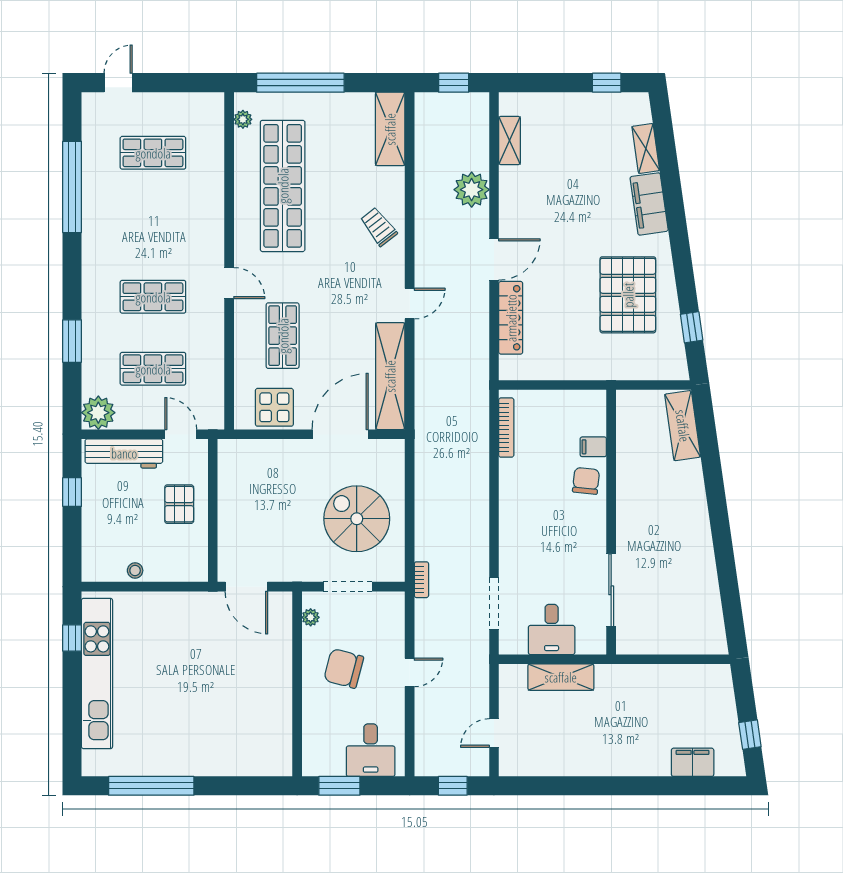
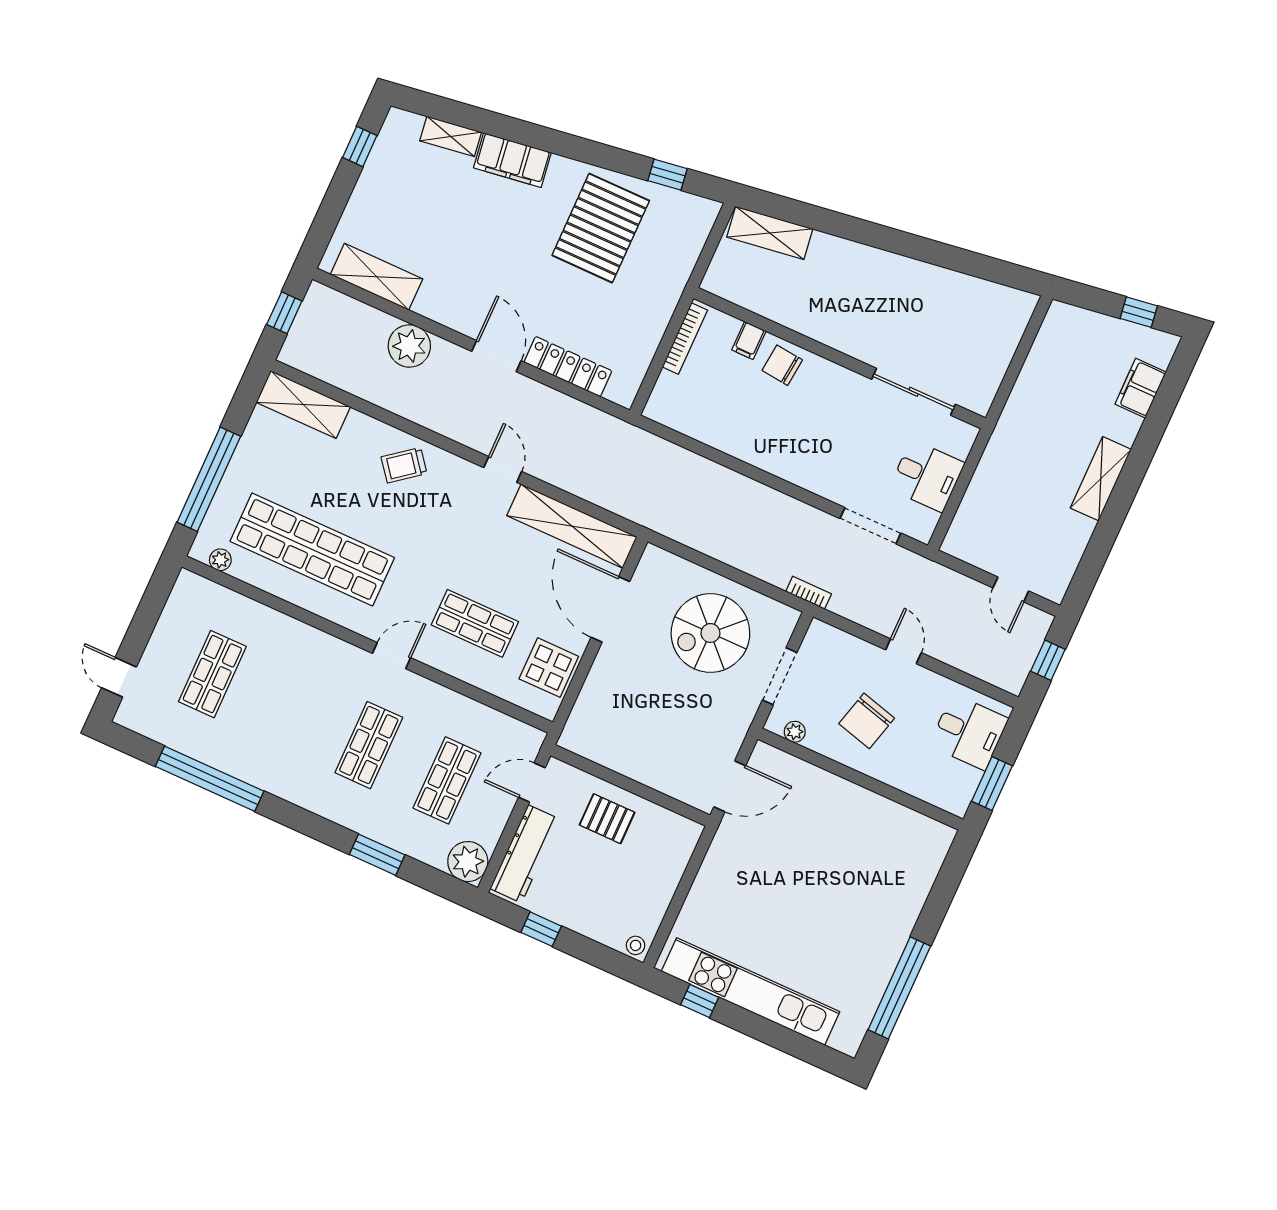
shelving: (509, 141) -> (377, 277), width x1.50, depth x1.33
pallet: (628, 295) -> (601, 228), turned 90
bookcase: (506, 428) -> (685, 339), moved, turned 90
stool: (135, 571) -> (636, 945), moved
shelving: (561, 677) -> (1101, 479), moved

